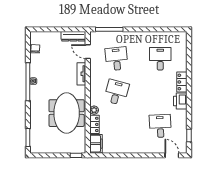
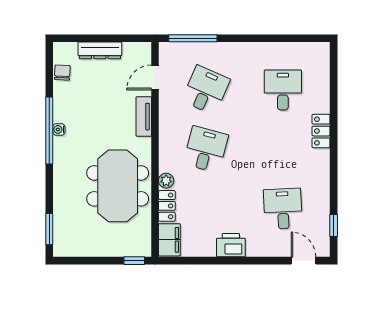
dresser: (73, 36) -> (100, 50), moved
door: (88, 52) -> (155, 77), hinge flipped
desk: (117, 59) -> (206, 90), turned 30
printer: (180, 101) -> (231, 245), moved, turned 90

